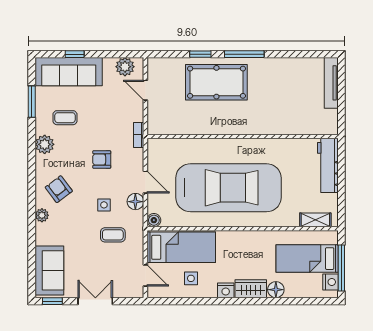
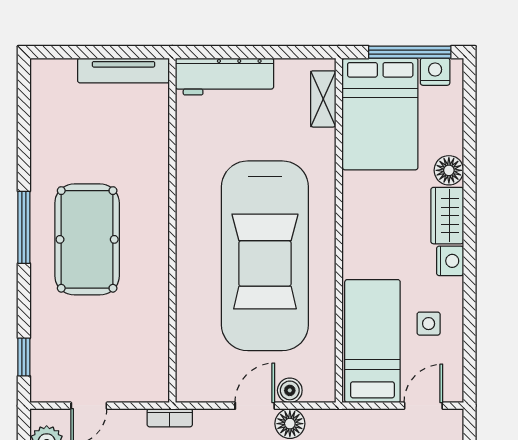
window: (200, 54) -> (24, 357), moved
pool table: (216, 82) -> (87, 239), moved
tv unit: (331, 83) -> (124, 71), moved
car: (228, 188) -> (265, 256), turned 180
boiler: (154, 220) -> (290, 390), moved
bed: (307, 259) -> (380, 114), width x1.50

